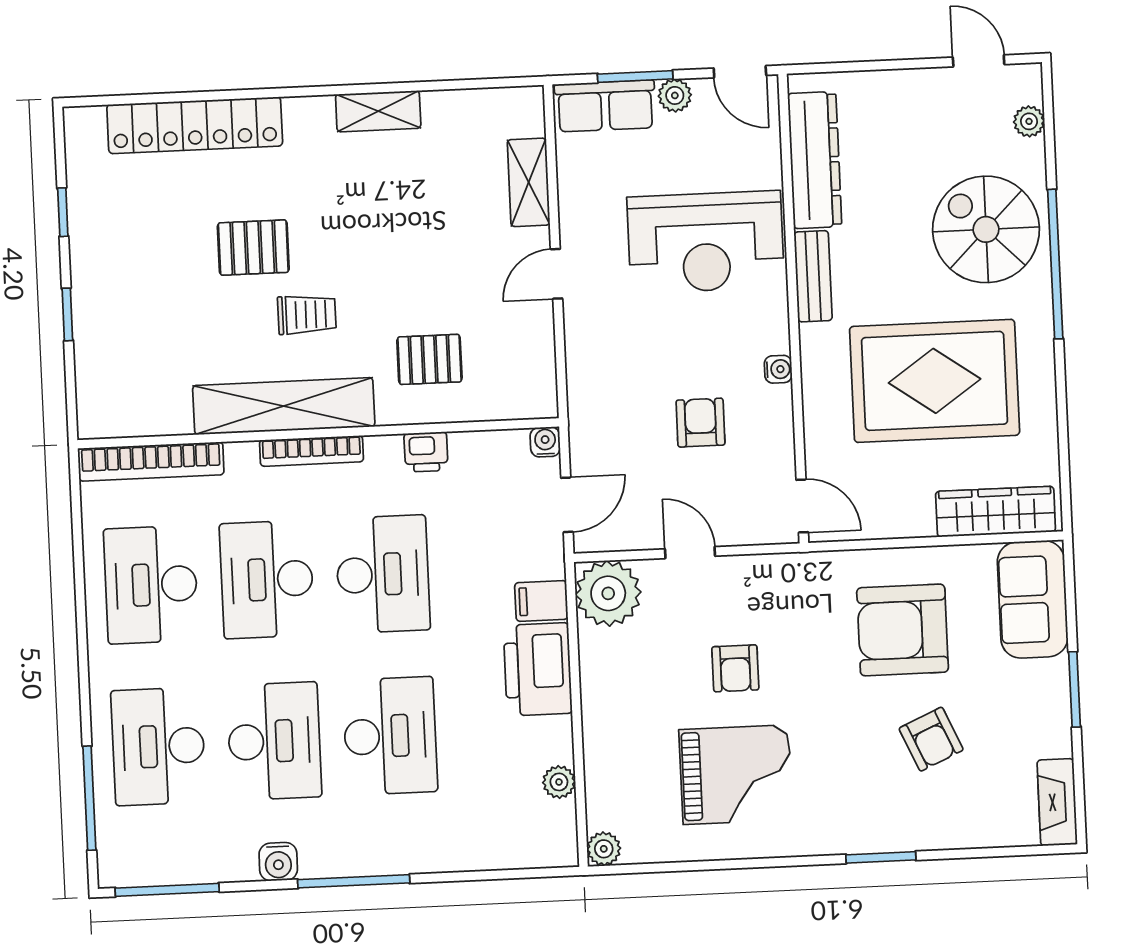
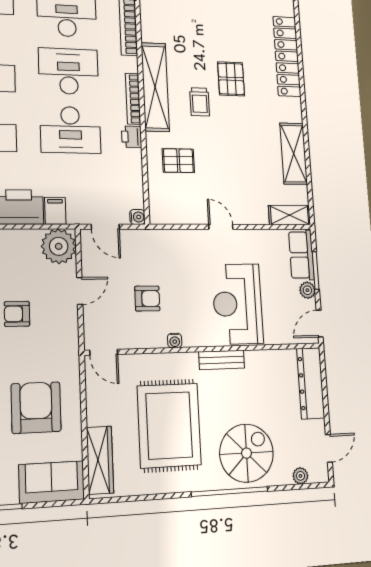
shelving: (378, 111) -> (294, 154), width x1.50, depth x1.33
dresser: (815, 160) -> (311, 383), moved, turned 90
shelving: (529, 182) -> (289, 215), moved
pallet: (429, 359) -> (178, 161), turned 90
printer: (426, 452) -> (132, 137), moved
door: (802, 506) -> (104, 352), hinge flipped

